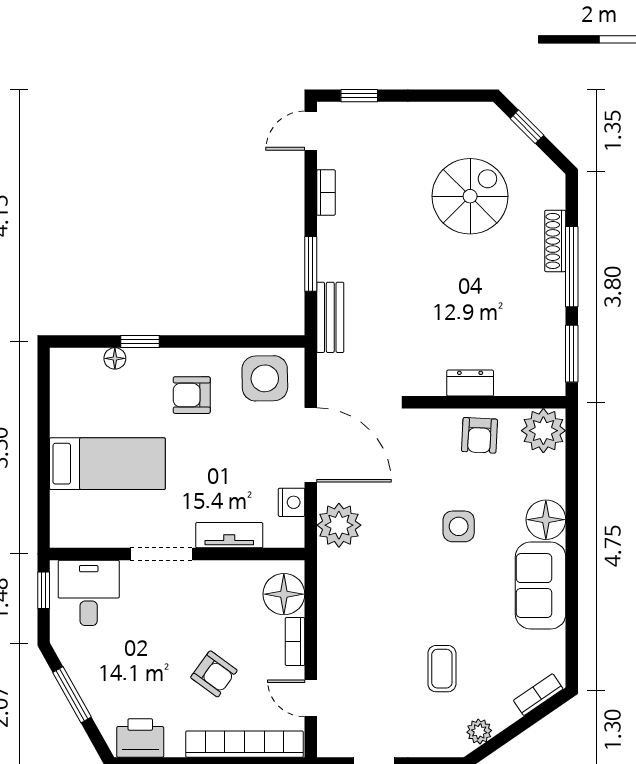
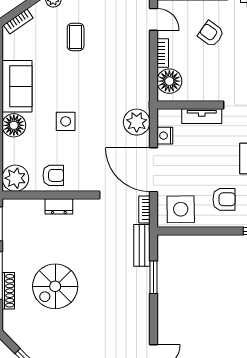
bookcase: (326, 192) -> (144, 209), moved
spiral stairs: (470, 196) -> (55, 286), moved
armchair: (479, 435) -> (53, 175), turned 87

